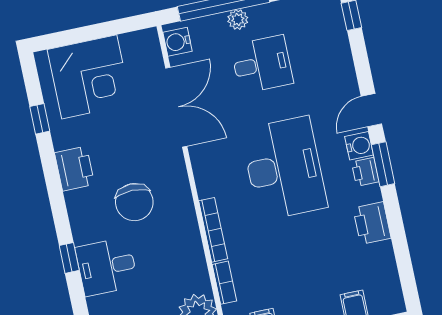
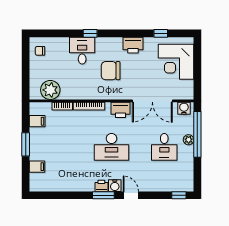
desk: (284, 168) -> (111, 147), width x0.73, depth x0.77
printer: (372, 223) -> (120, 110), moved, turned 180

